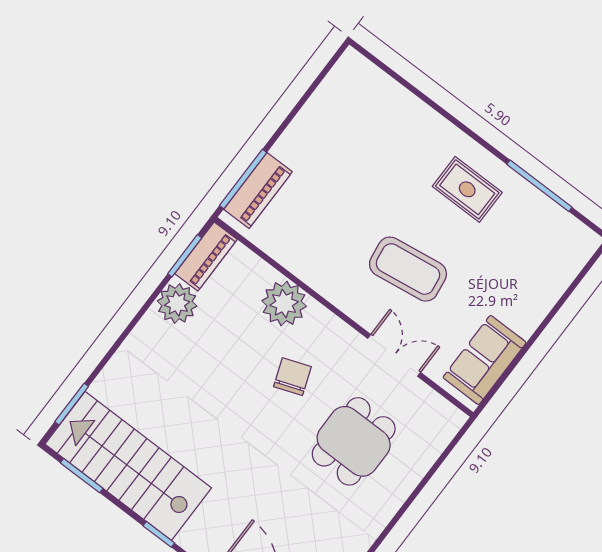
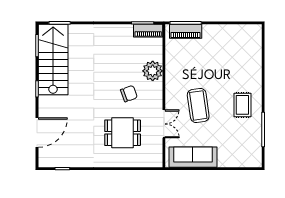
plant: (177, 304) -> (124, 33), removed
sofa: (485, 360) -> (193, 157), width x1.36

